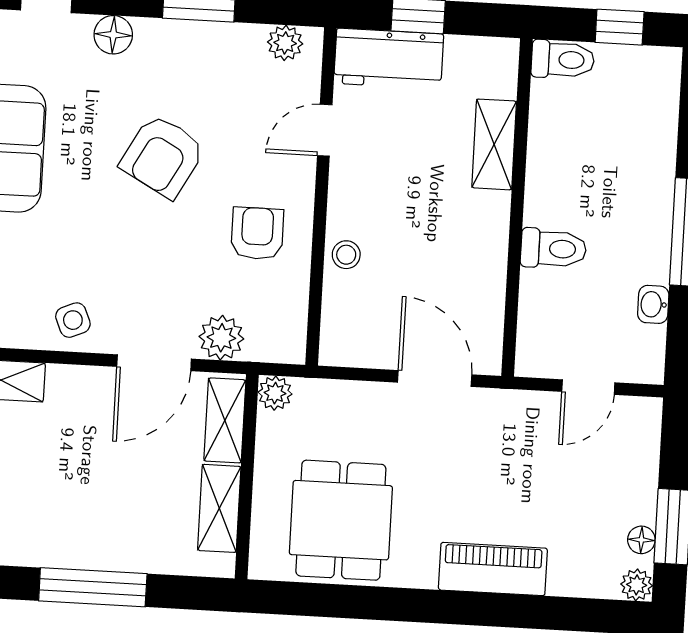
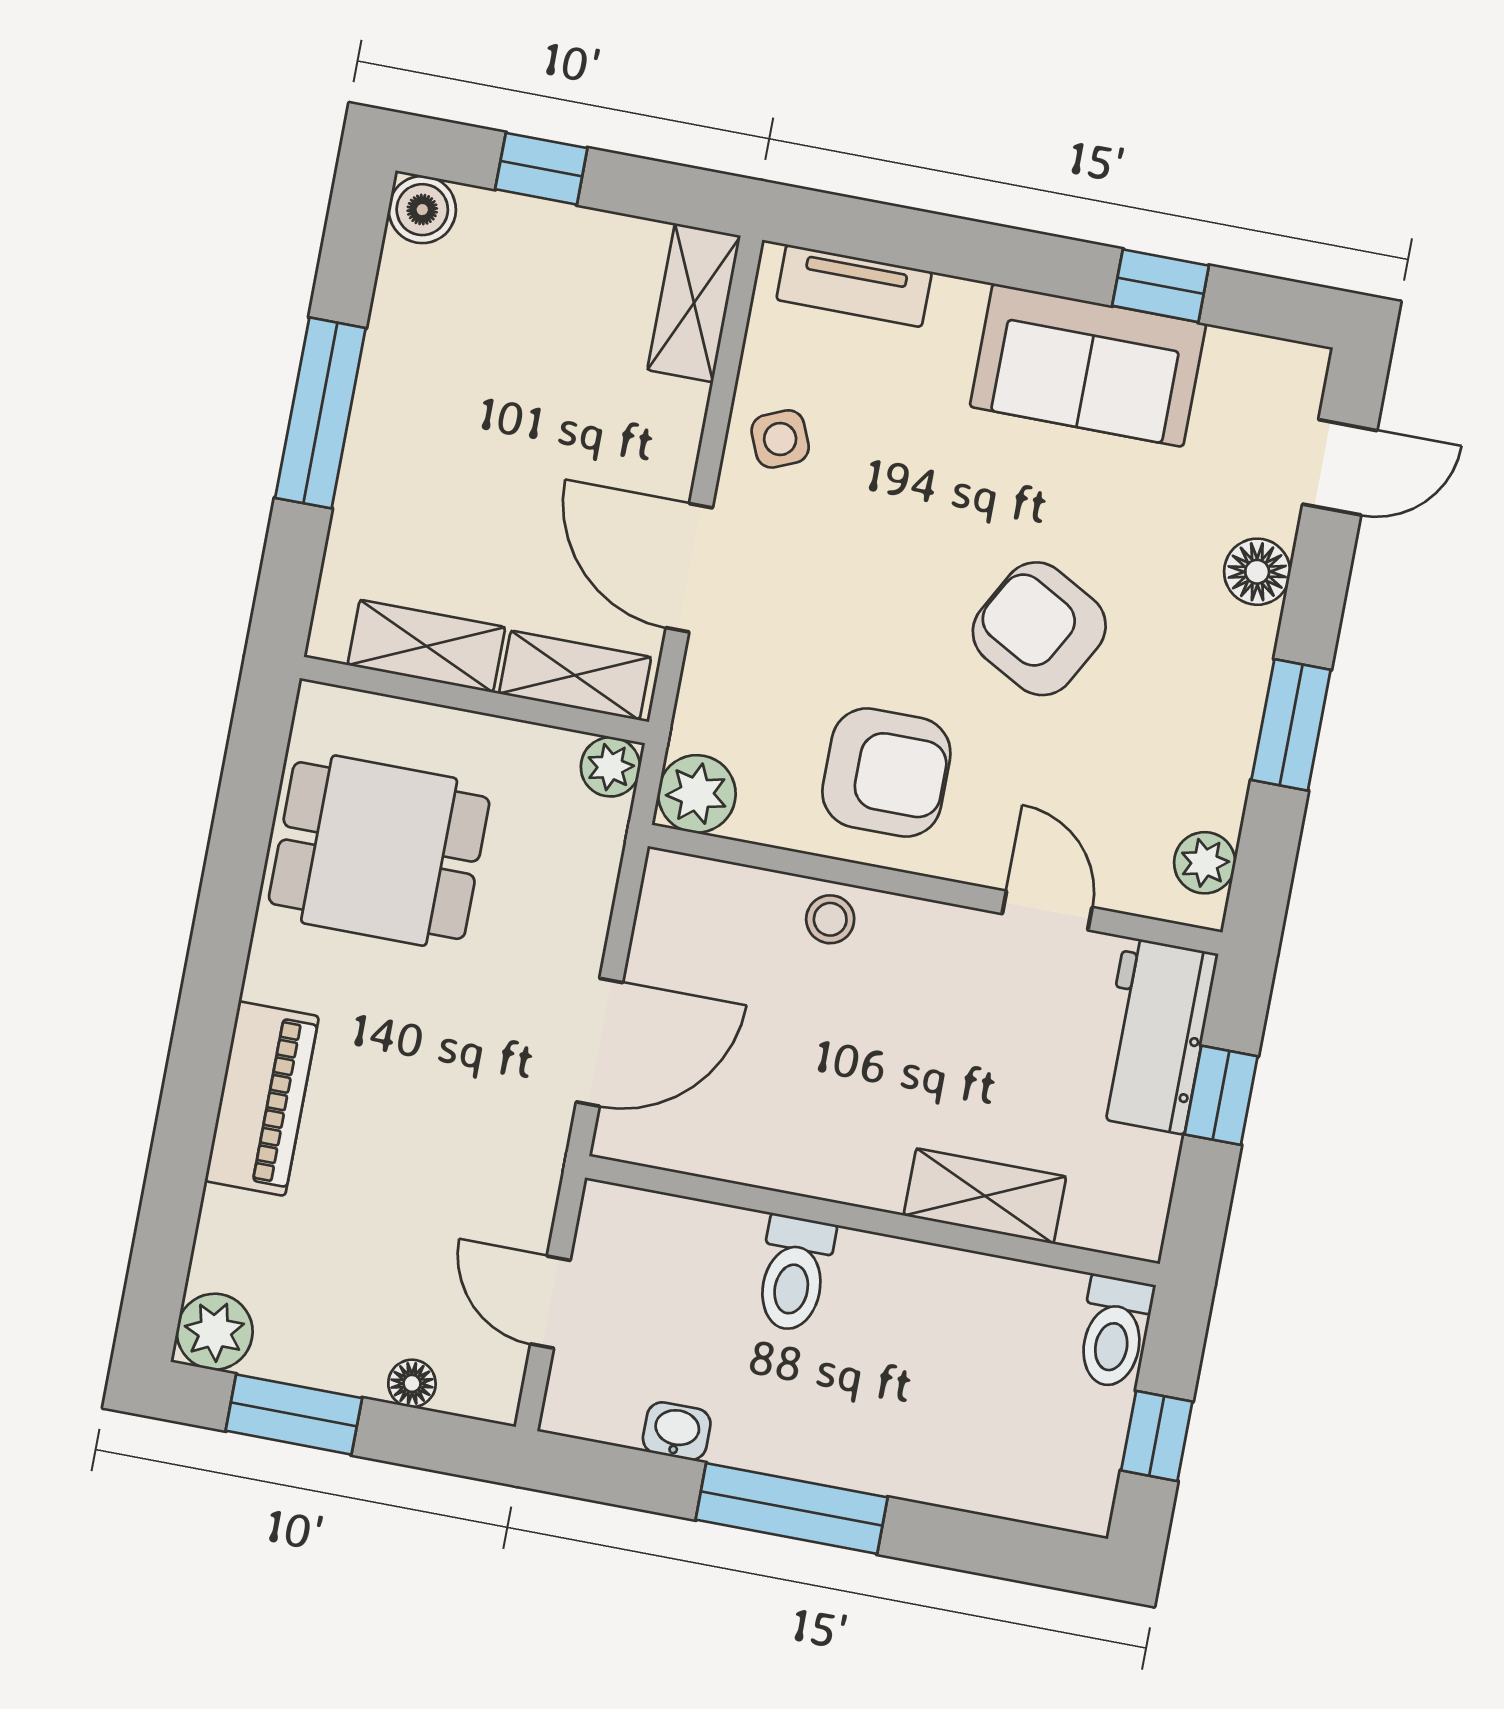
armchair: (257, 233) -> (886, 772), width x1.38, depth x1.38
plant: (221, 338) -> (697, 794), moved
floor lamp: (641, 540) -> (412, 1383), moved
plant: (637, 585) -> (215, 1332), width x1.38, depth x1.38

